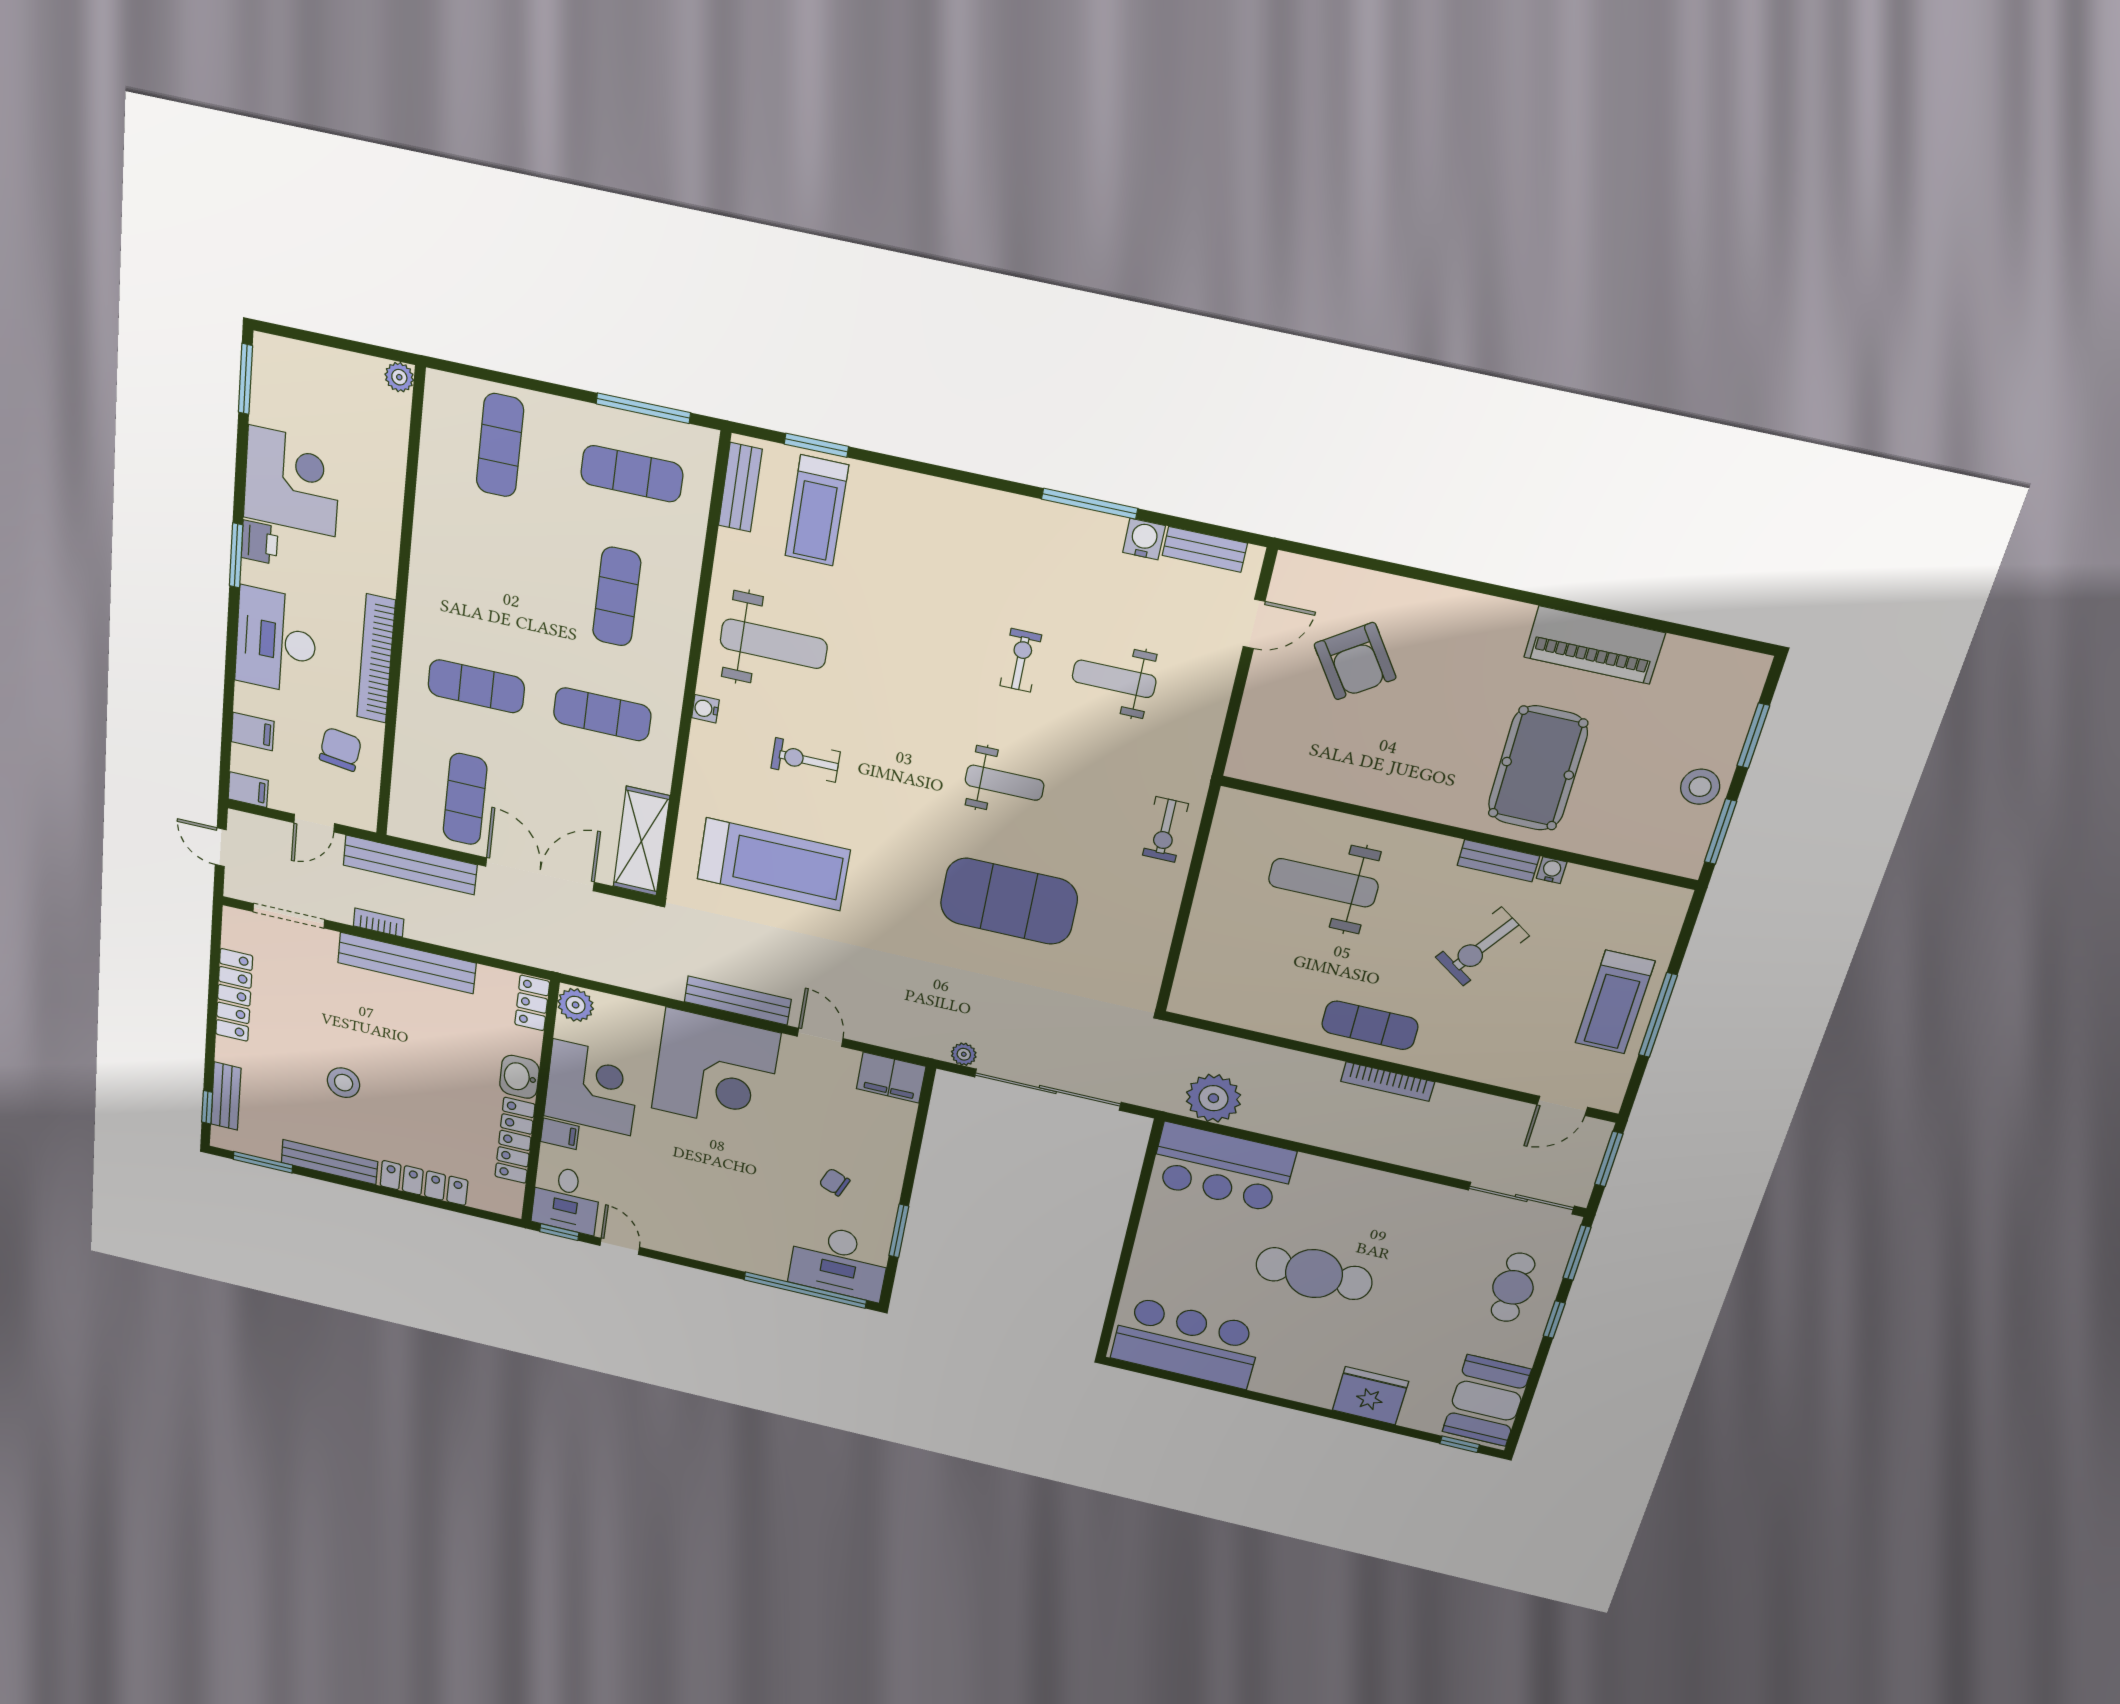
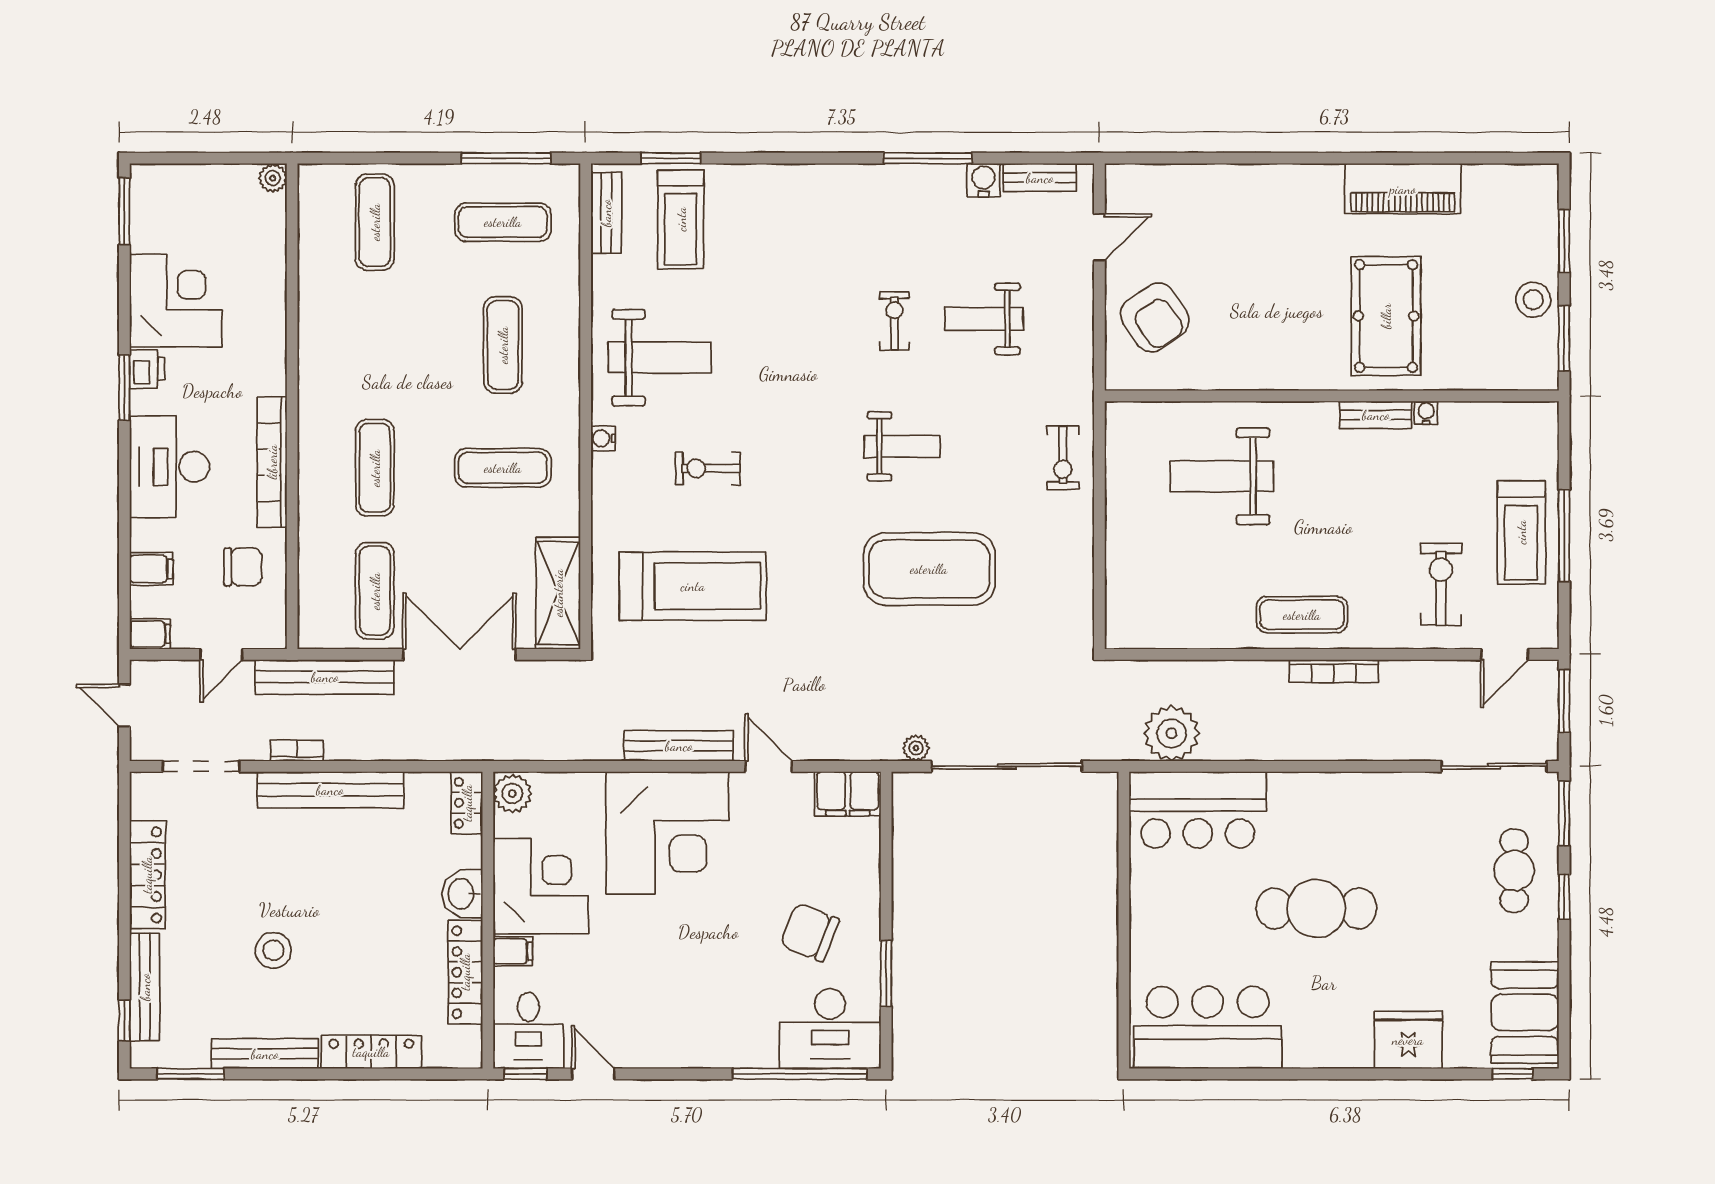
armchair: (1355, 661) -> (1155, 317), moved
exercise mat: (476, 686) -> (375, 468), turned 90
chair: (340, 749) -> (243, 567), turned 82
exercise bike: (1482, 947) -> (1441, 584), moved, turned 145
bench: (226, 1096) -> (145, 987), width x1.36
chair: (835, 1182) -> (810, 932), width x1.87, depth x1.87

